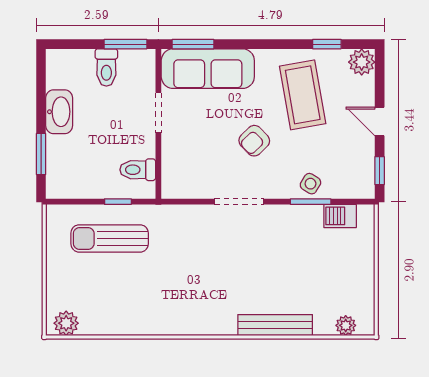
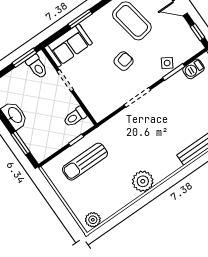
window: (193, 44) -> (80, 19), moved
toilet: (106, 67) -> (37, 67), moved
sofa: (208, 69) -> (68, 45), width x0.73
armchair: (254, 141) -> (124, 61), turned -148
plant: (168, 318) -> (143, 181), added

